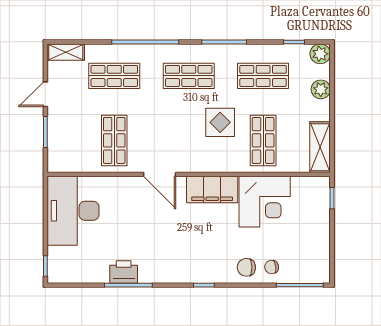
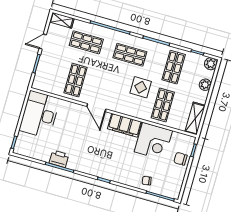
shop shelf: (263, 76) -> (174, 67), turned 90
chair: (246, 267) -> (180, 159), moved

